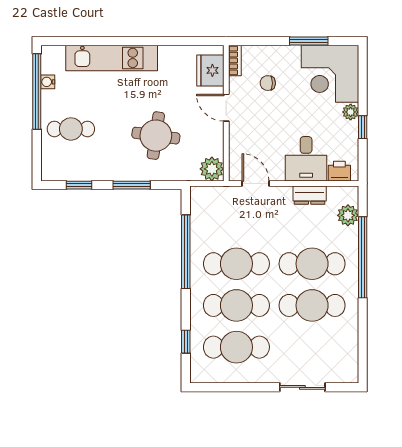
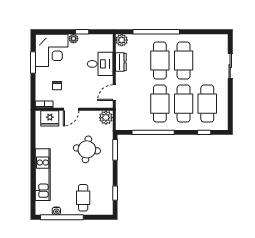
printer: (339, 171) -> (107, 45), removed
window: (132, 185) -> (115, 150), moved
plant: (348, 215) -> (122, 40), moved

